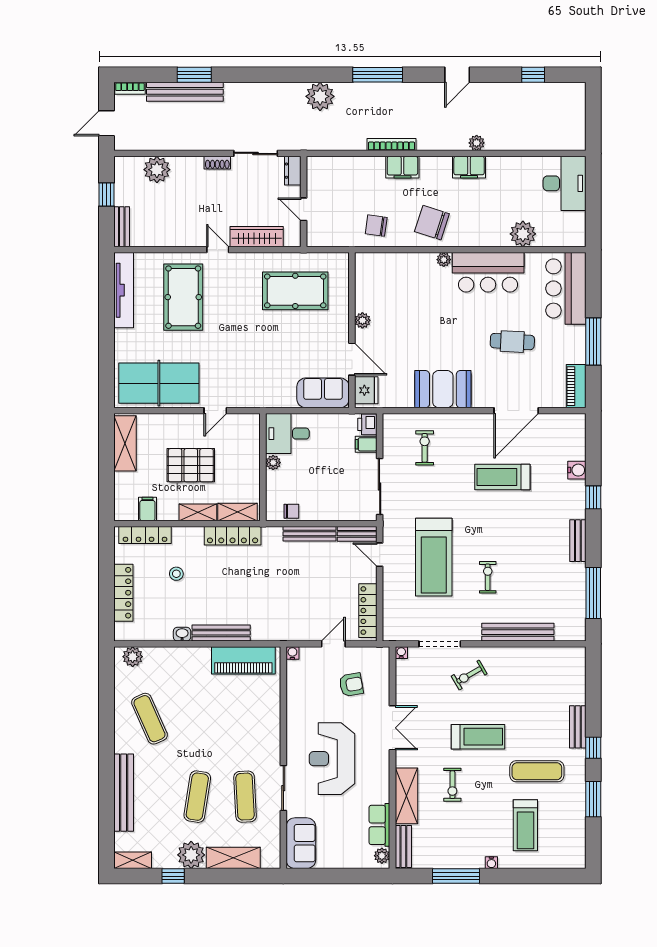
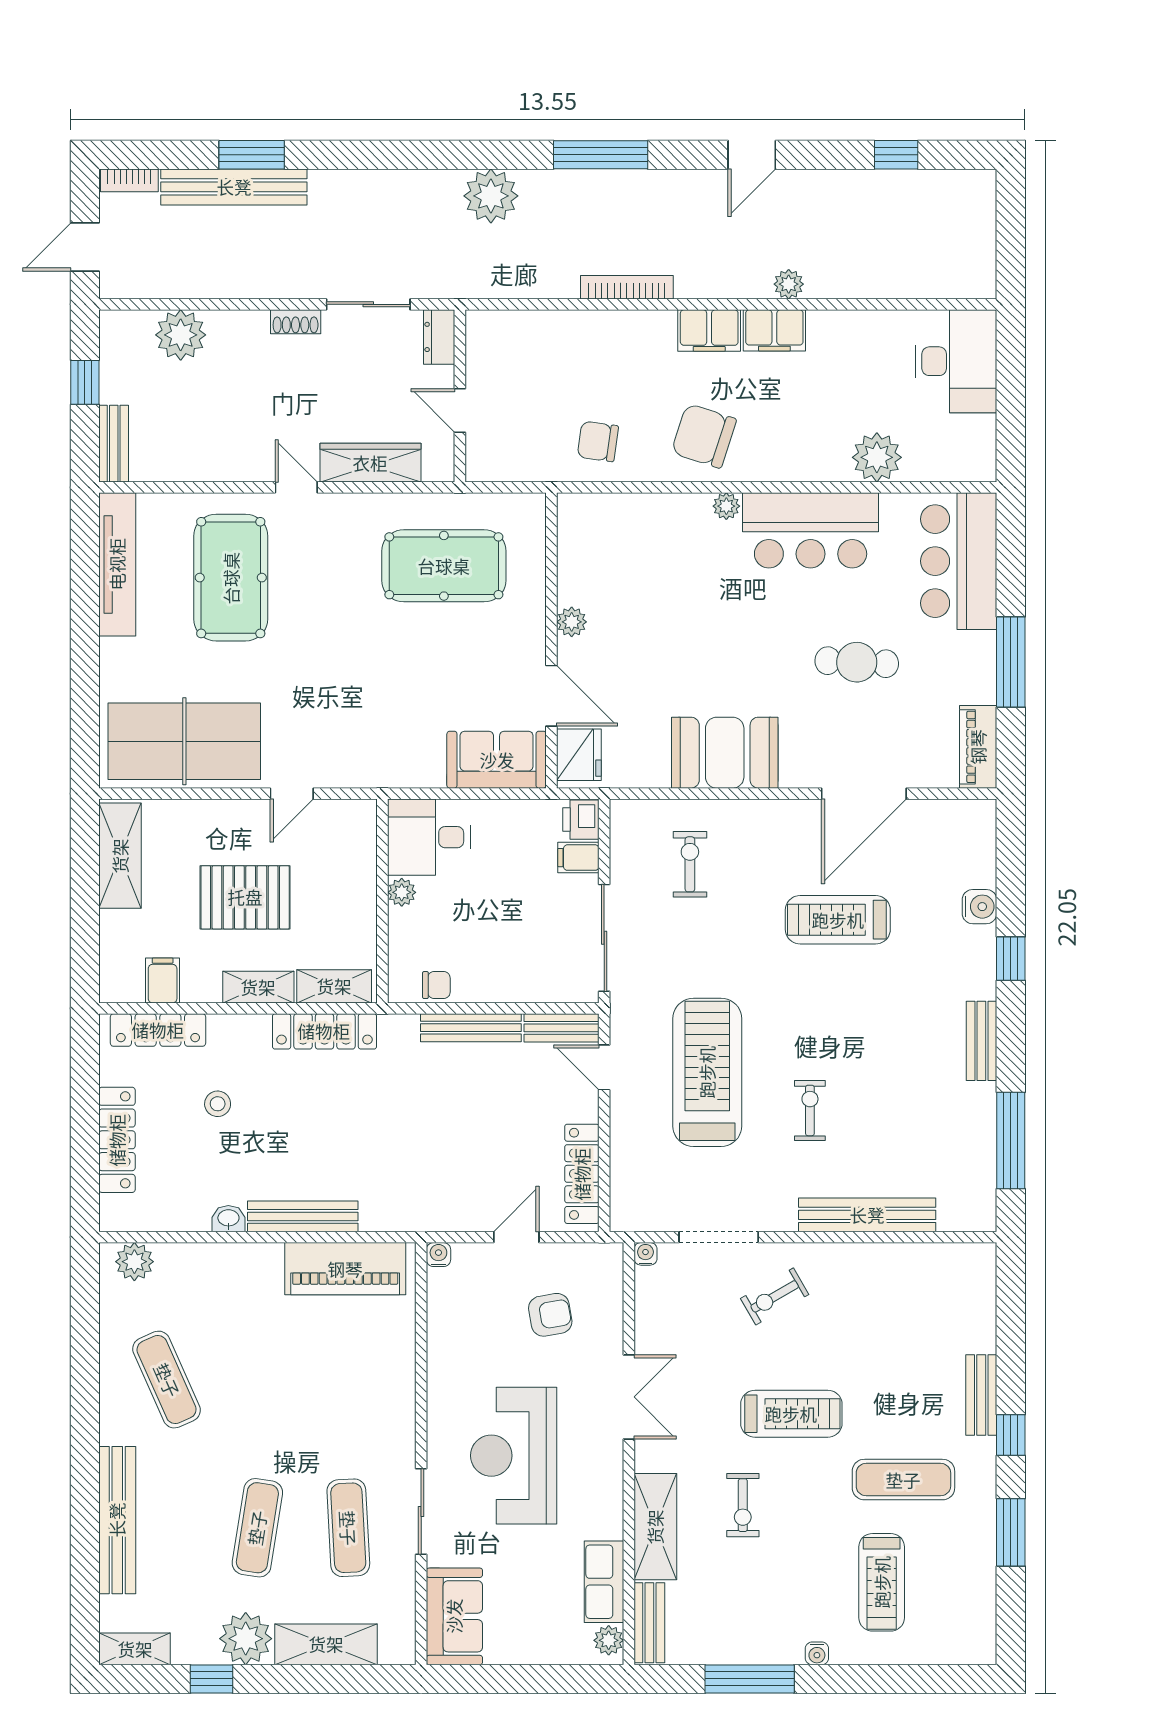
filing cabinet: (402, 167) -> (709, 330), moved
treadmill: (434, 557) -> (707, 1072), turned 180

